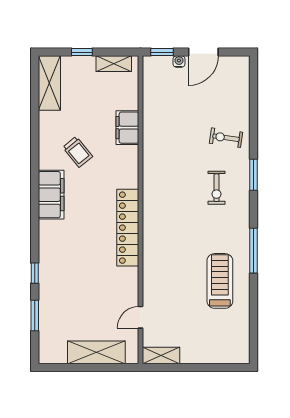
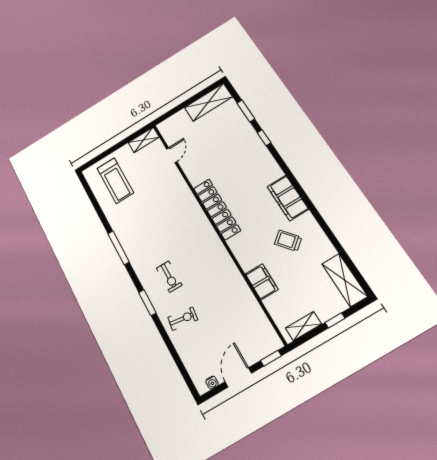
water cooler: (179, 61) -> (212, 383), moved
exercise bike: (217, 188) -> (169, 277), turned 180
treadmill: (220, 281) -> (115, 181), moved
shelving: (96, 352) -> (208, 102), moved

